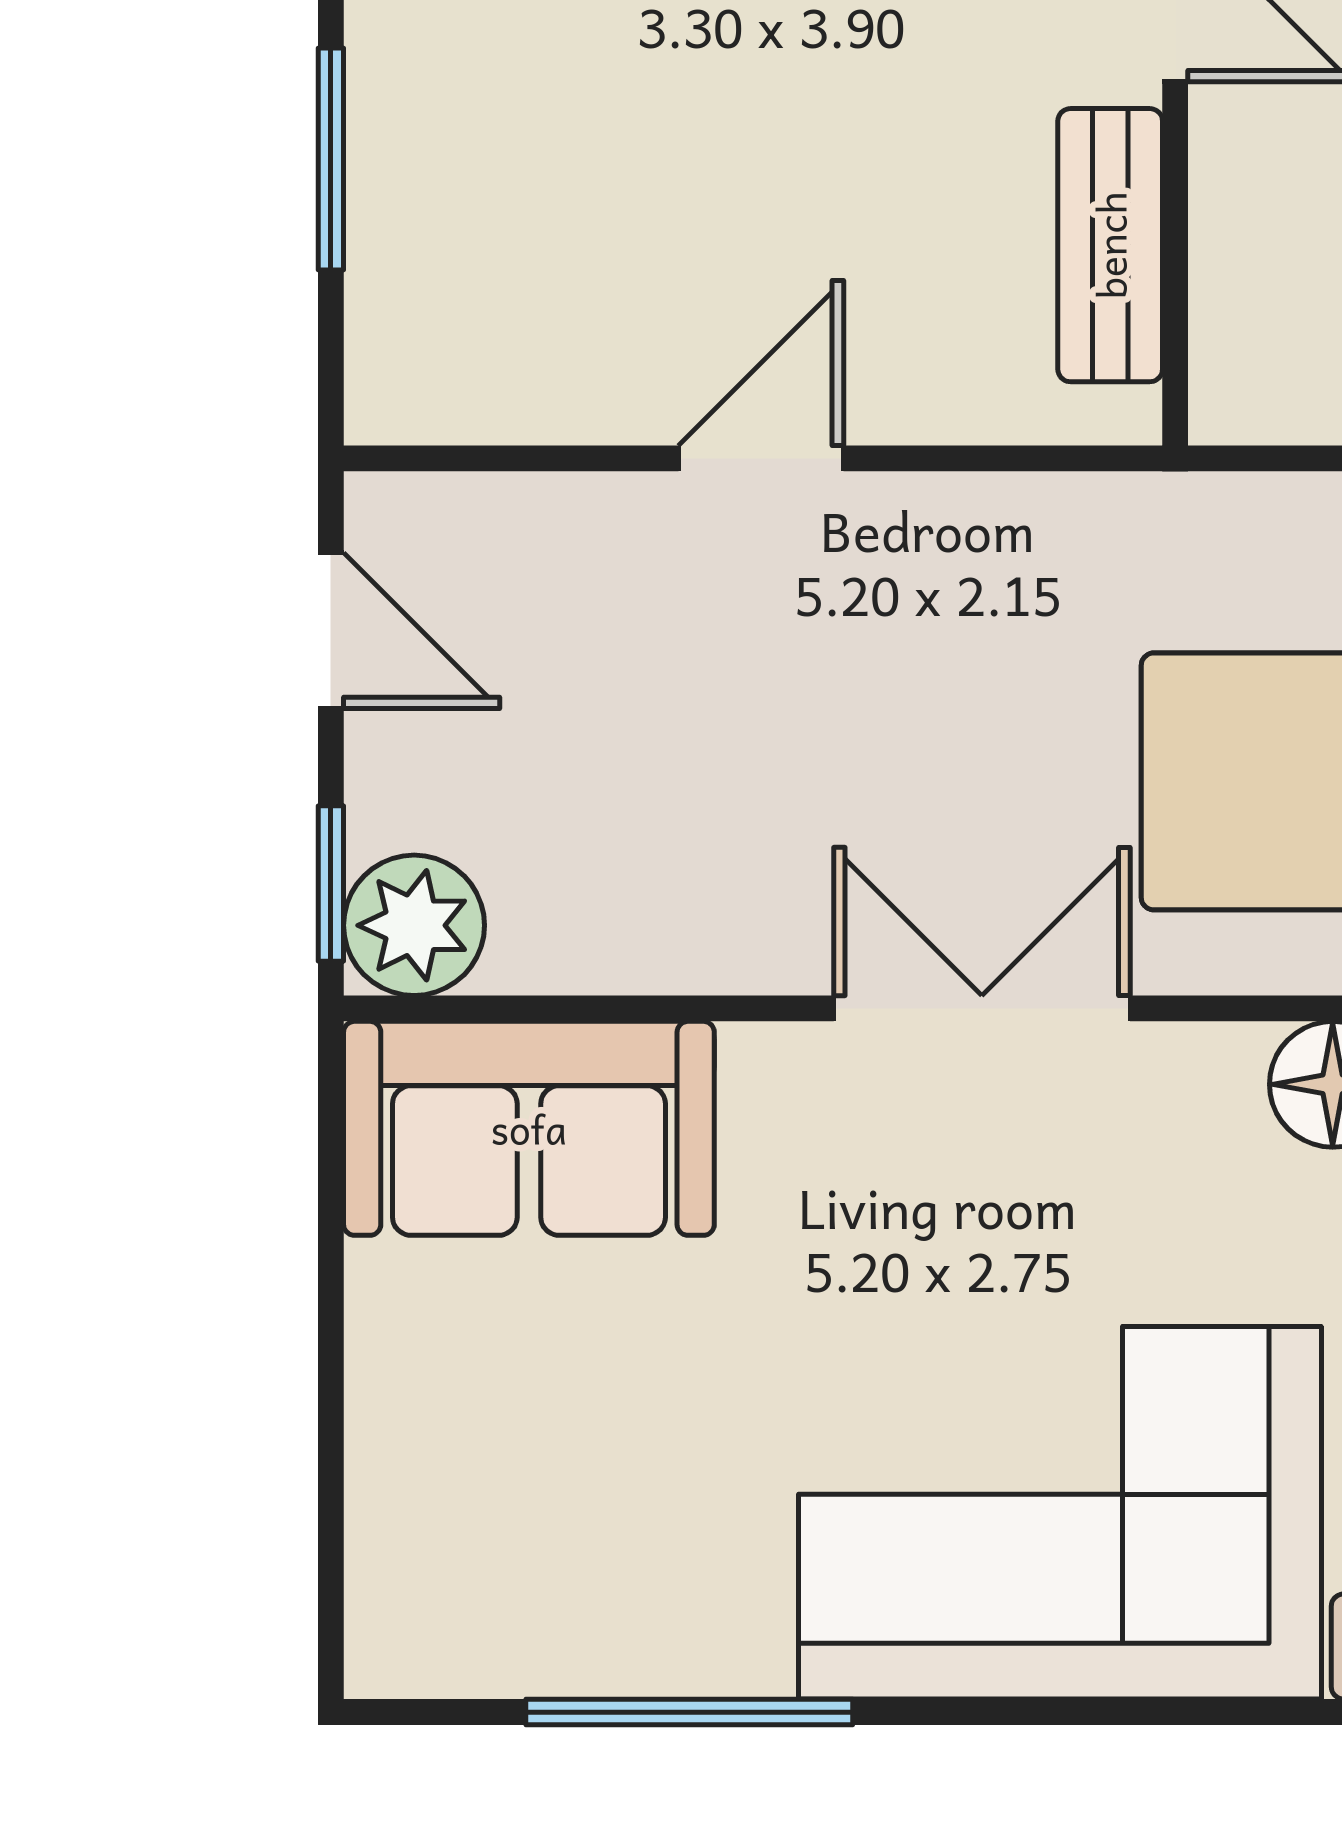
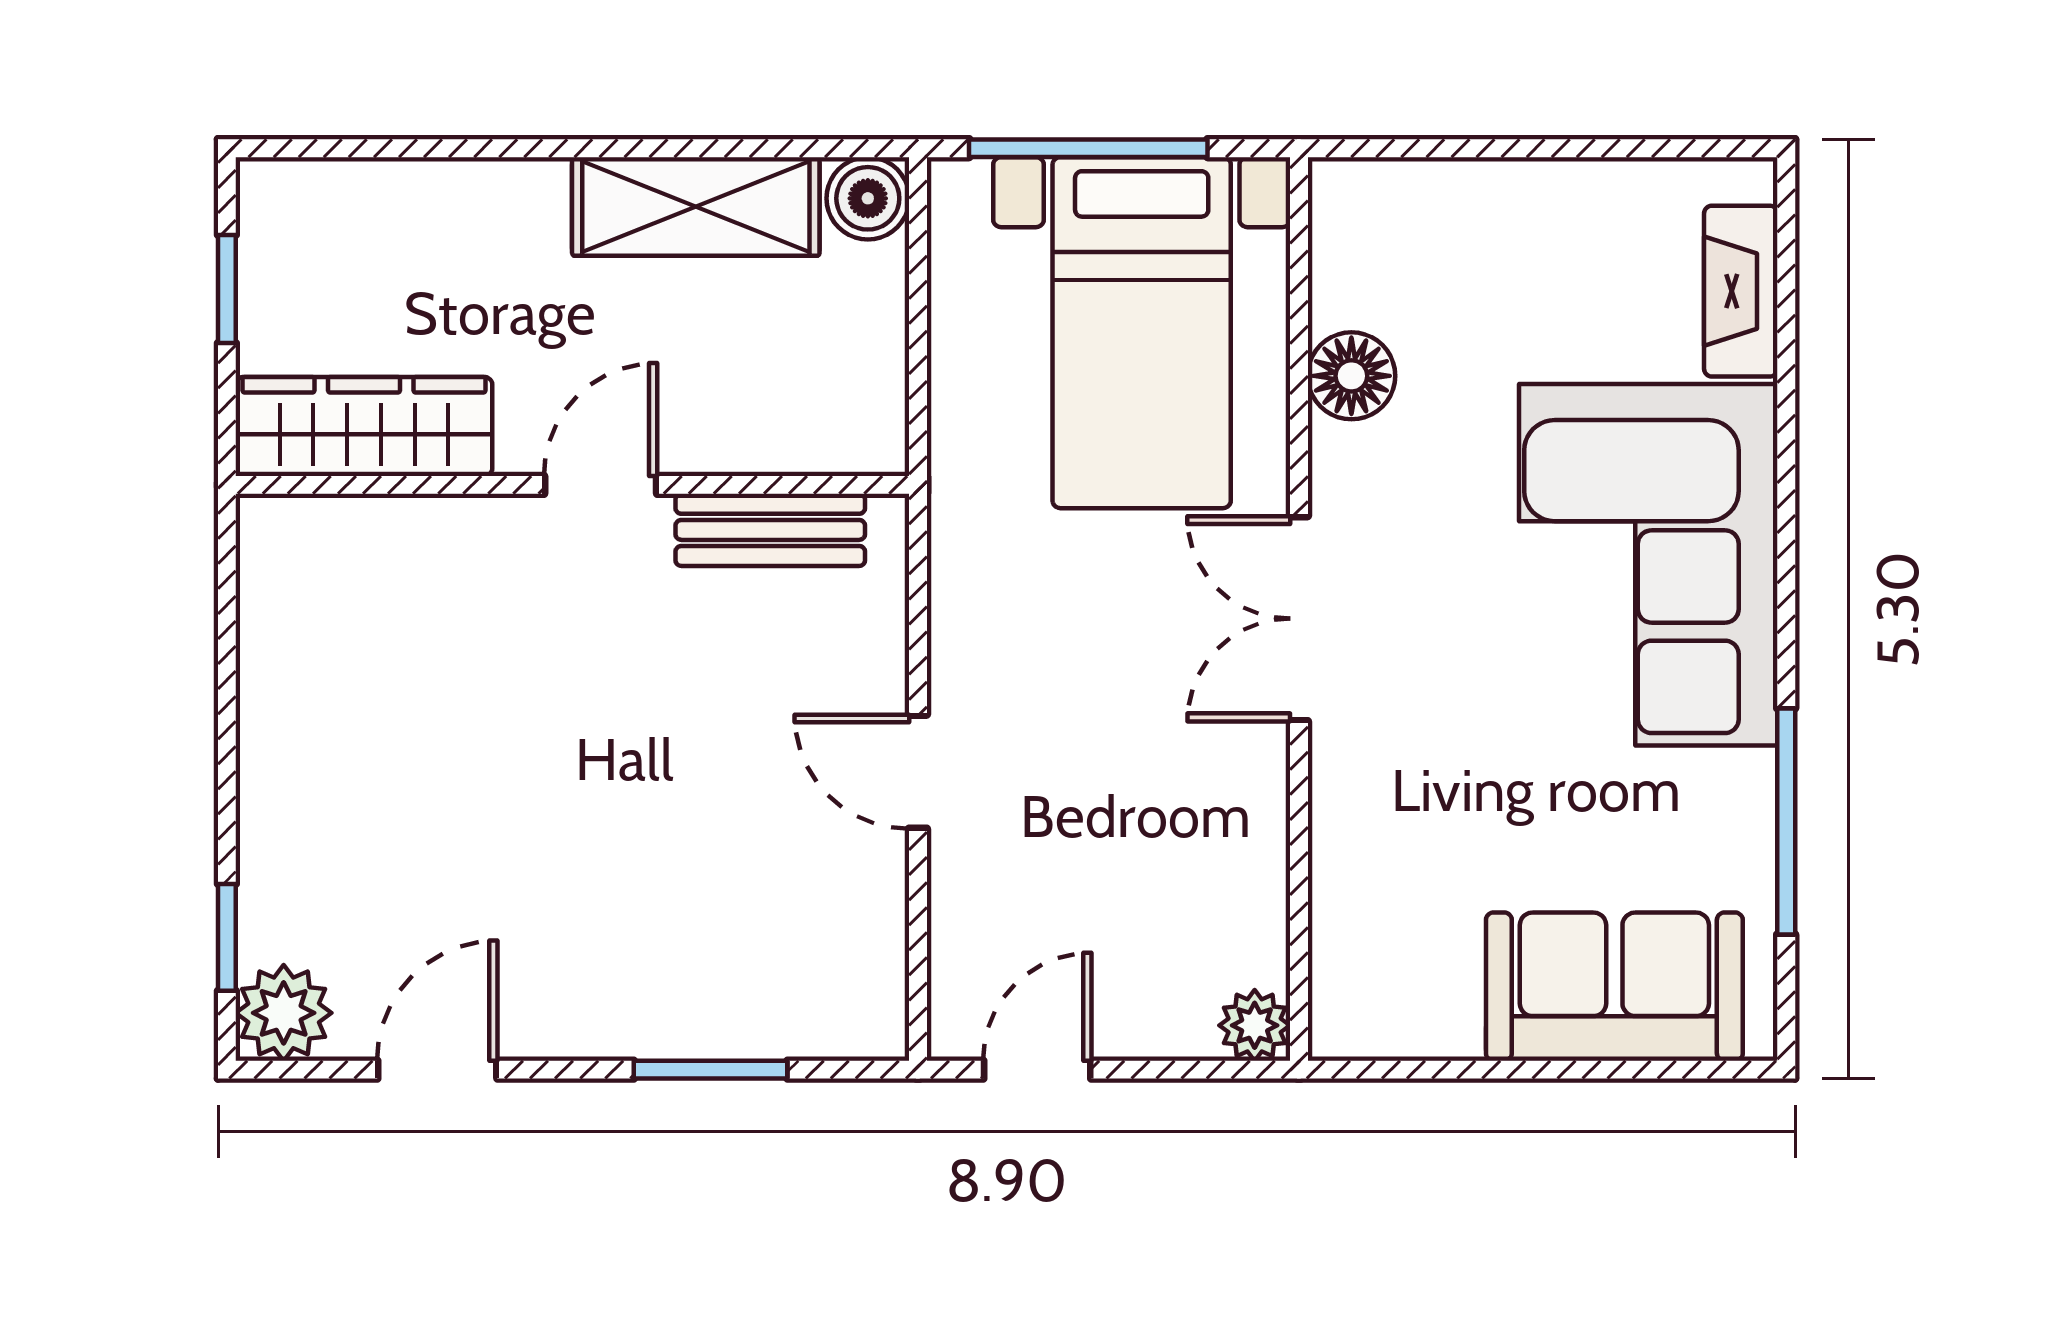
window: (331, 883) -> (1212, 1070), removed
plant: (414, 925) -> (1255, 1025), width x0.73, depth x0.73
sofa: (529, 1128) -> (1614, 987), moved, turned -90

